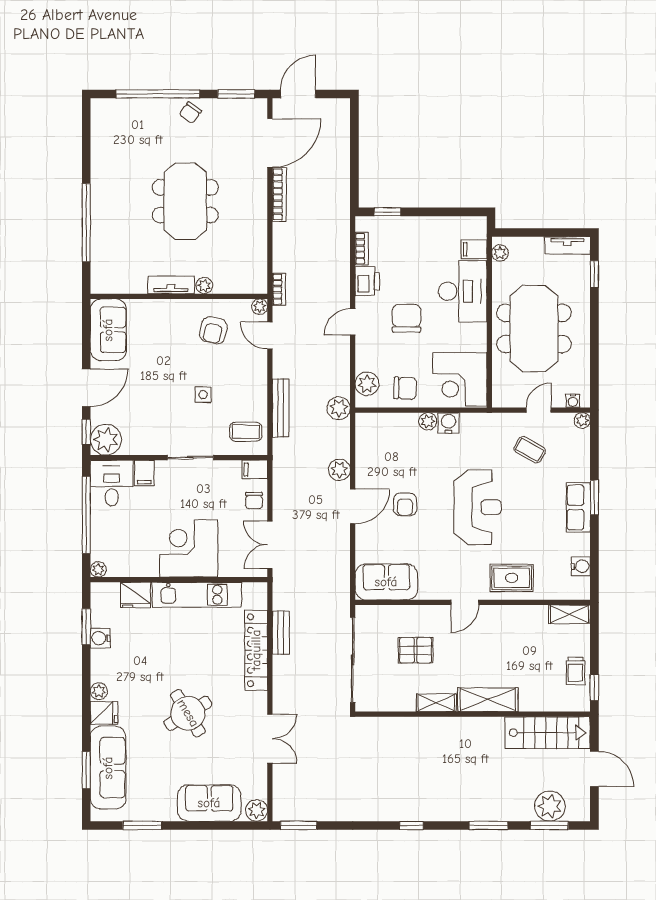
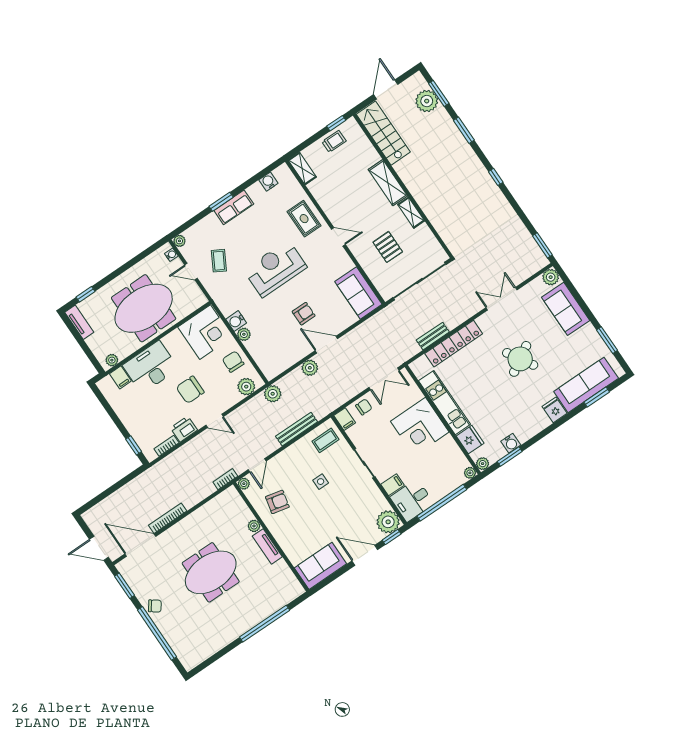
coffee table: (246, 432) -> (325, 440), turned 90
plant: (99, 691) -> (483, 464), moved

